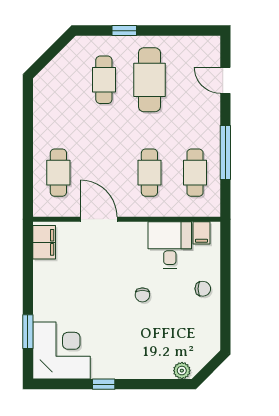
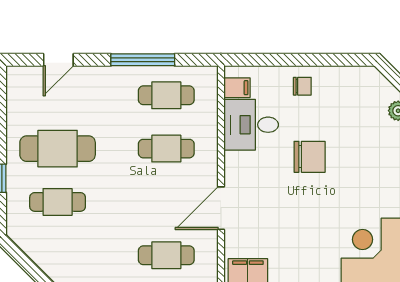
chair: (203, 289) -> (302, 86), turned 90
chair: (142, 295) -> (310, 157), width x1.87, depth x1.87

